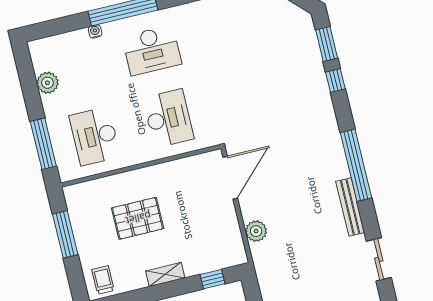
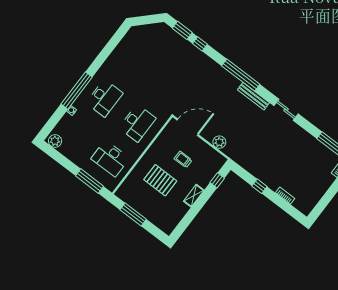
plant: (47, 83) -> (55, 141), moved
desk: (168, 118) -> (137, 123), turned 90
door: (230, 178) -> (188, 127), hinge flipped
pallet: (138, 218) -> (160, 180), turned 90
trolley: (103, 280) -> (183, 159), moved

